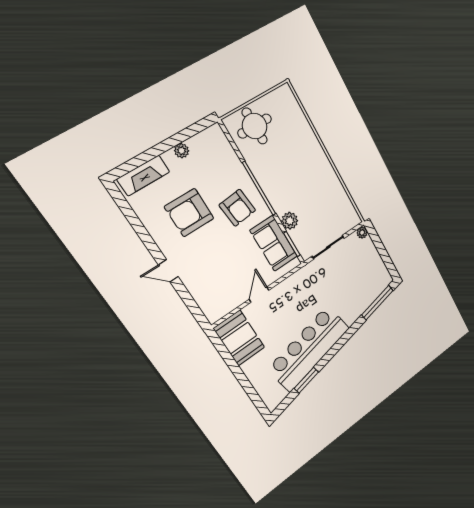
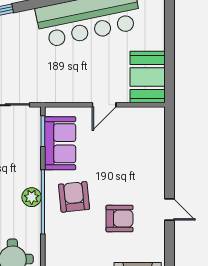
armchair: (189, 213) -> (119, 219), width x0.73, depth x0.73
plant: (290, 221) -> (32, 197), moved
door: (168, 271) -> (169, 209), moved

